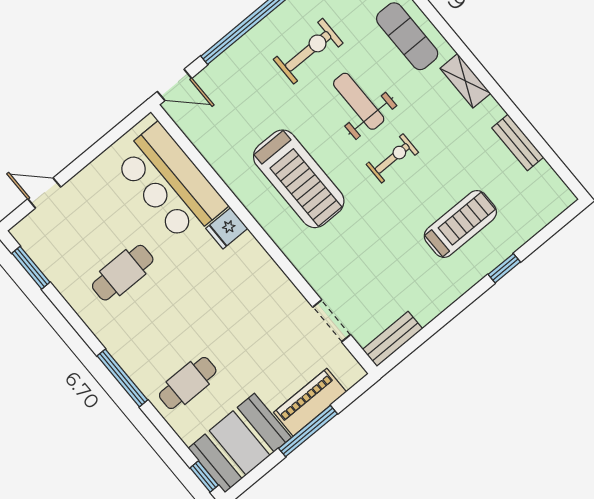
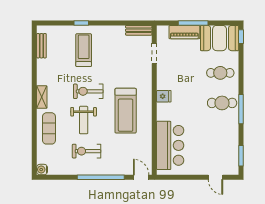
bench: (518, 143) -> (41, 46), moved
exercise bike: (392, 158) -> (88, 91), width x1.38, depth x1.39
treadmill: (299, 179) -> (126, 111), turned 180
treadmill: (460, 224) -> (84, 50), turned 90
fridge: (227, 228) -> (164, 96), moved
cafe table: (123, 273) -> (222, 103), moved
window: (122, 378) -> (241, 109), moved

